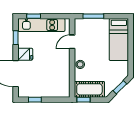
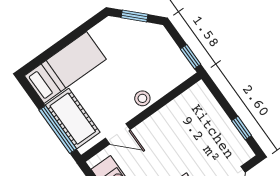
window: (93, 16) -> (58, 129), width x1.44
cot: (89, 89) -> (73, 119), moved

